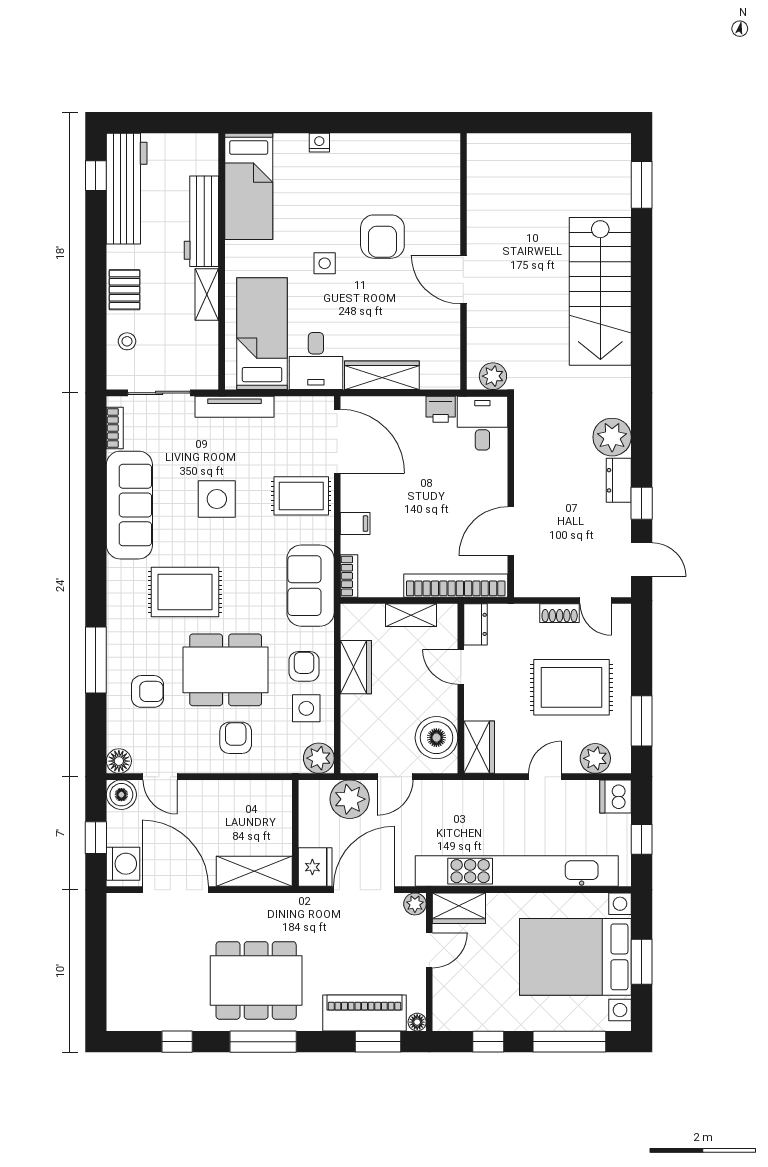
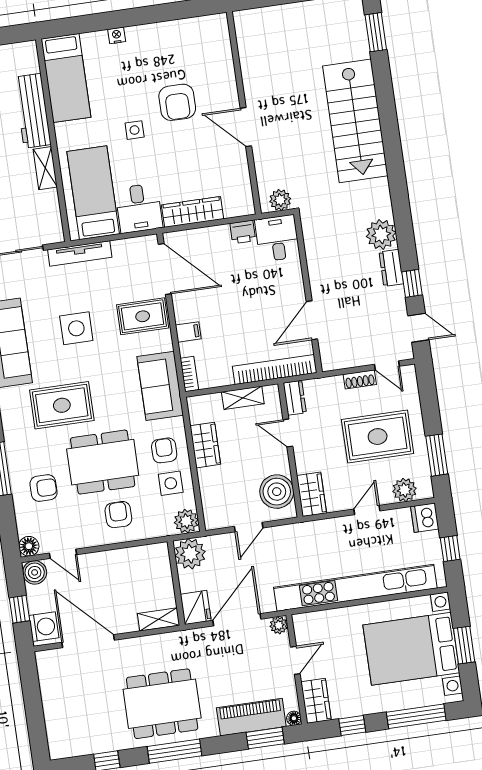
plant: (350, 799) -> (190, 554), moved
shelving: (254, 871) -> (159, 619), width x0.67, depth x0.75
wardrobe: (459, 908) -> (316, 701), moved, turned -90

